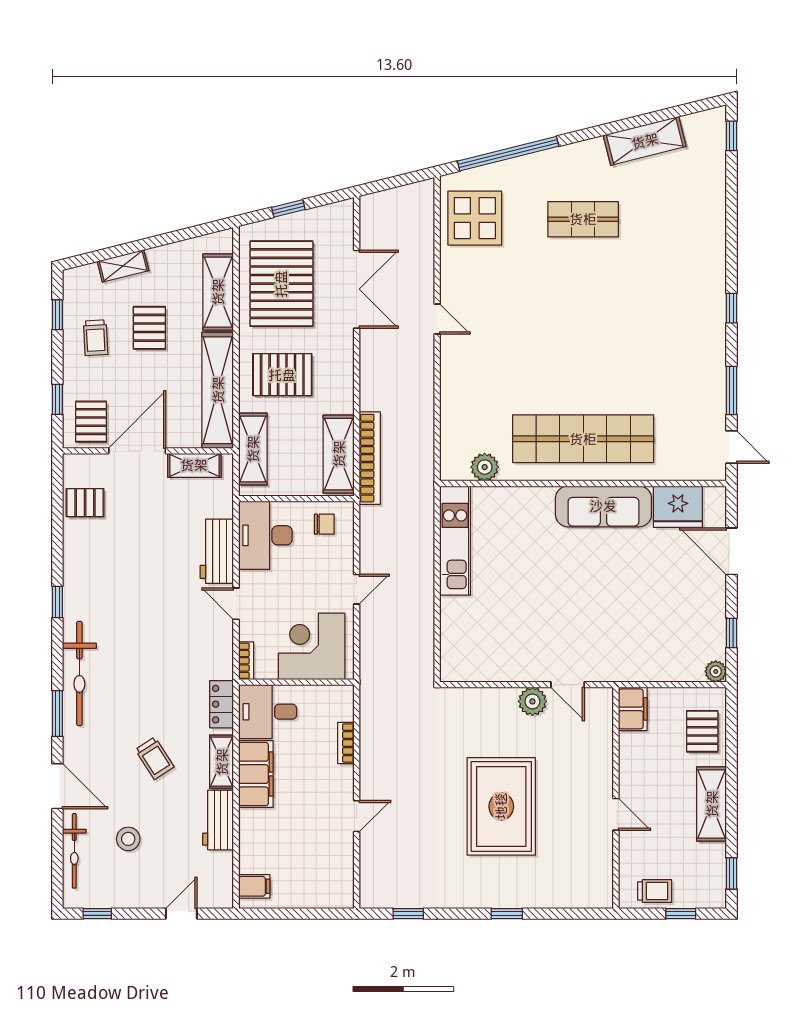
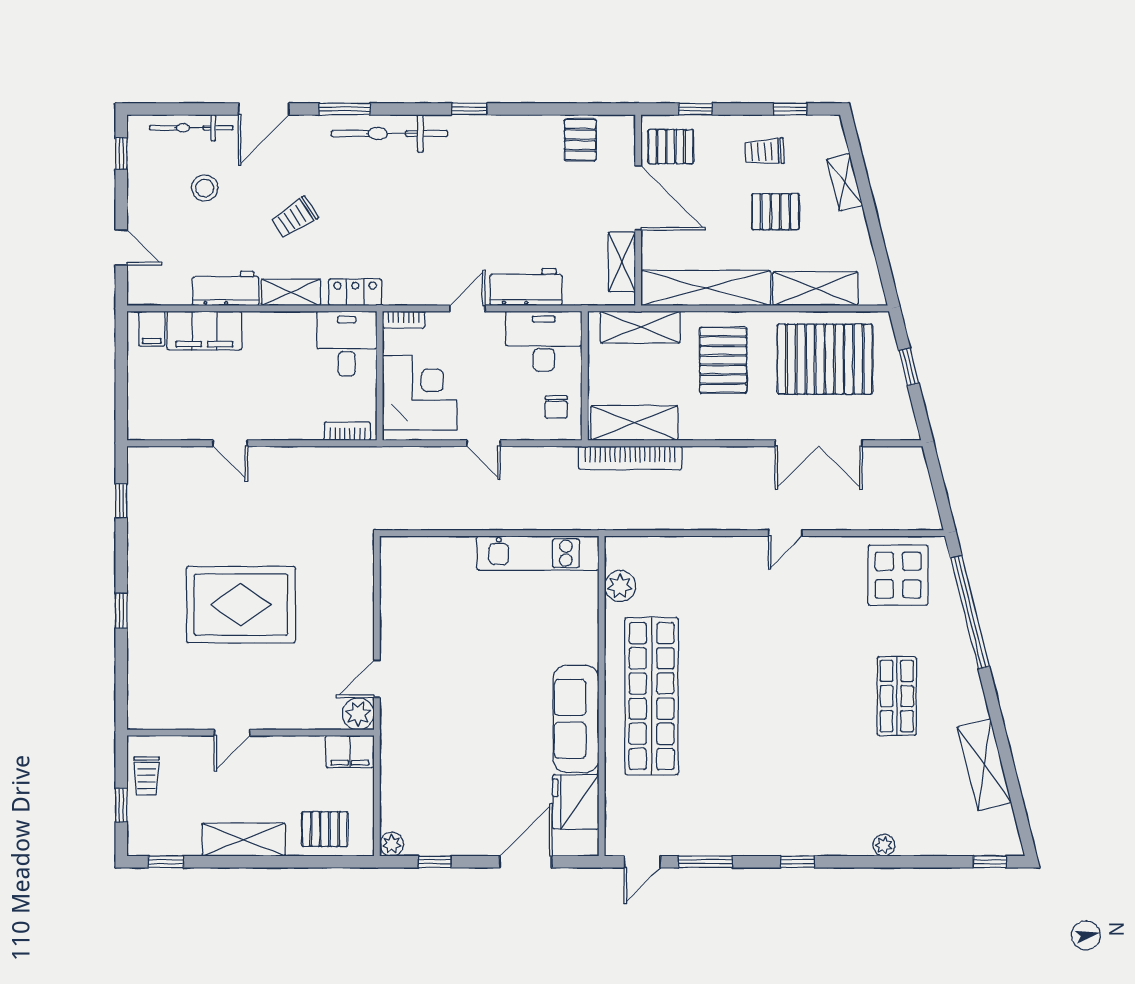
plant: (717, 231) -> (884, 845), added
plant: (532, 701) -> (358, 714), moved
bookcase: (346, 743) -> (347, 431), moved
filing cabinet: (256, 774) -> (204, 331), moved

